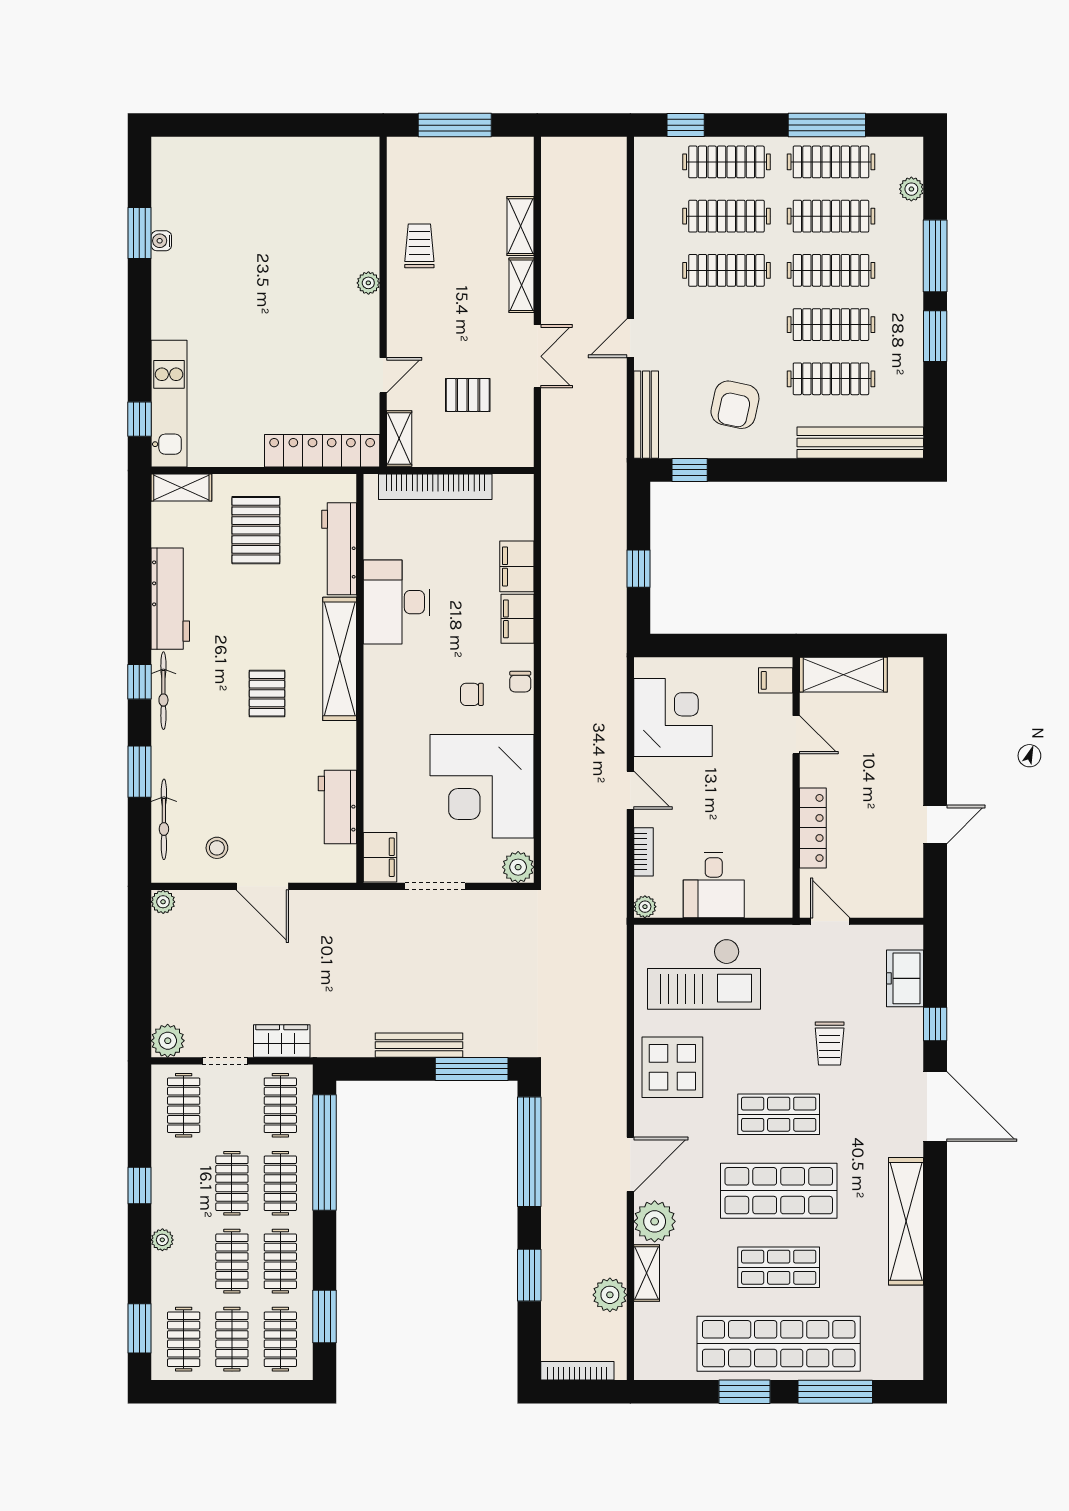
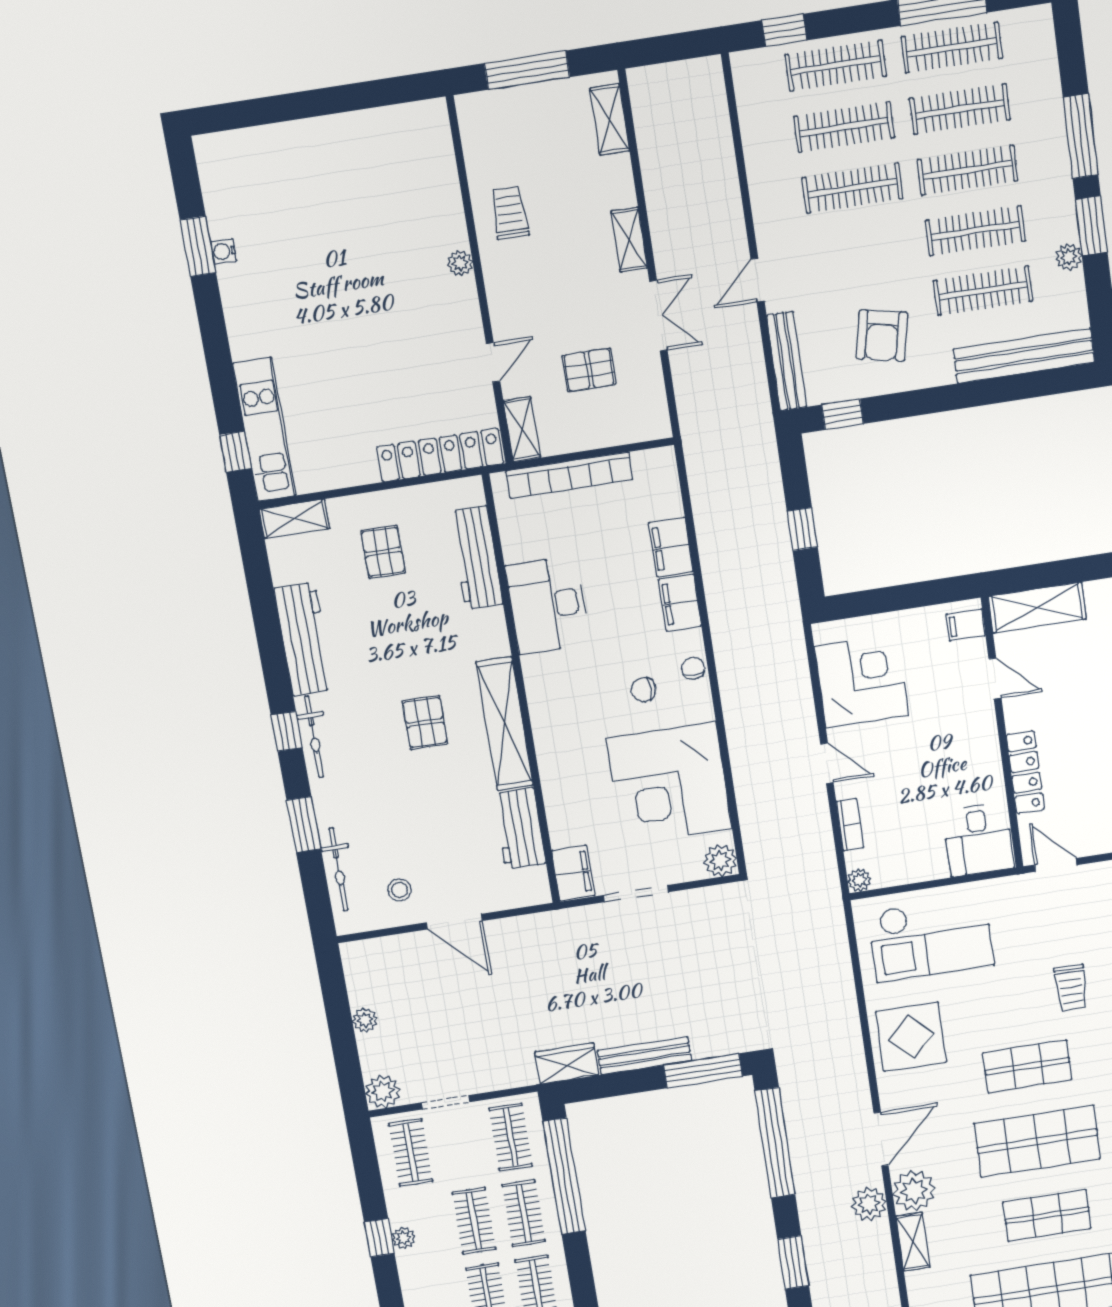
plant: (911, 189) -> (1069, 257), moved
shelving: (521, 226) -> (610, 120), moved
pallet: (256, 530) -> (383, 552), width x0.67, depth x0.71
shelving: (340, 659) -> (505, 724), moved
chair: (520, 682) -> (693, 668), turned 180
desk: (714, 885) -> (979, 839), moved
plant: (163, 902) -> (365, 1020), moved
wardrobe: (282, 1041) -> (567, 1063), moved
plant: (162, 1240) -> (404, 1238), moved
plant: (610, 1295) -> (869, 1204), moved

